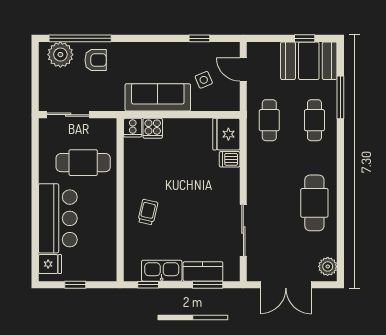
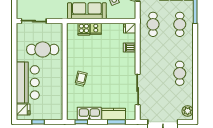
cooker: (133, 128) -> (96, 29), moved
fridge: (226, 134) -> (130, 28), width x0.53, depth x0.75
cafe table: (314, 203) -> (180, 73), width x0.73, depth x0.74

